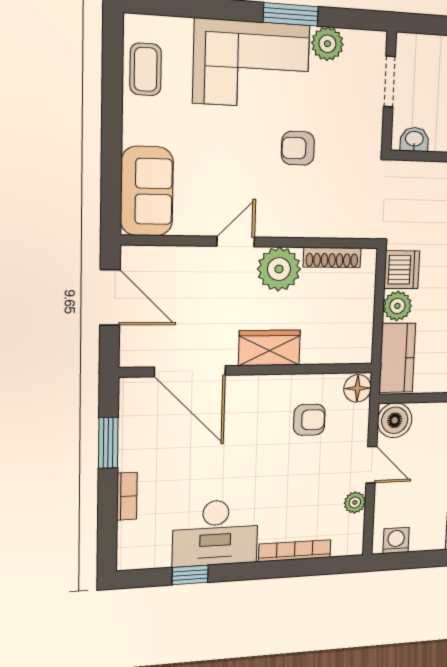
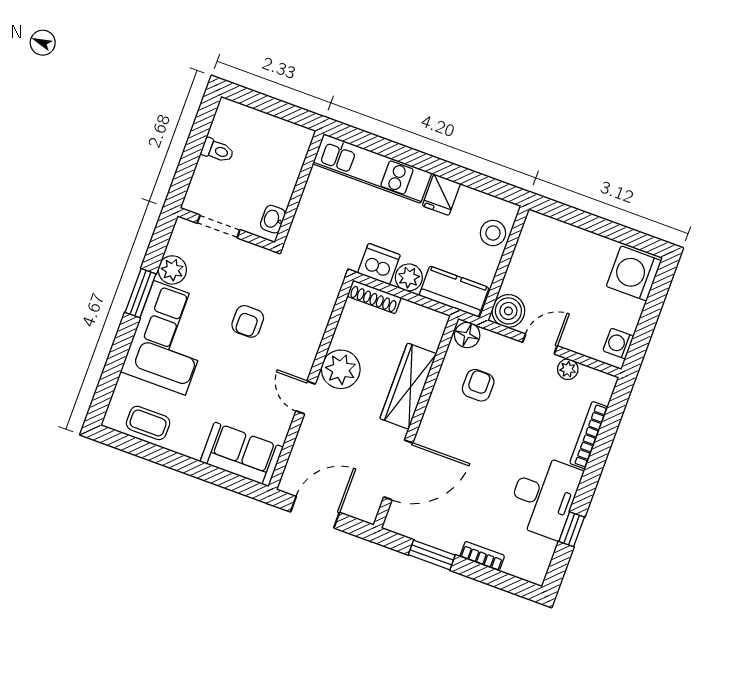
shoe rack: (332, 258) -> (374, 297), moved, turned 90
wardrobe: (269, 348) -> (408, 386), width x1.50

